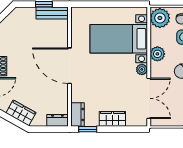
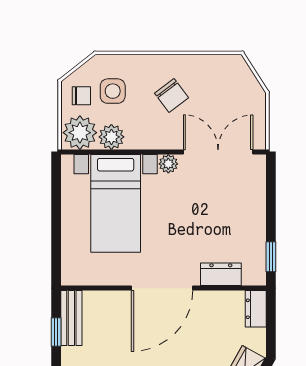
plant: (157, 54) -> (111, 137), moved
dresser: (78, 115) -> (221, 274), moved
wardrobe: (112, 119) -> (253, 214), removed

